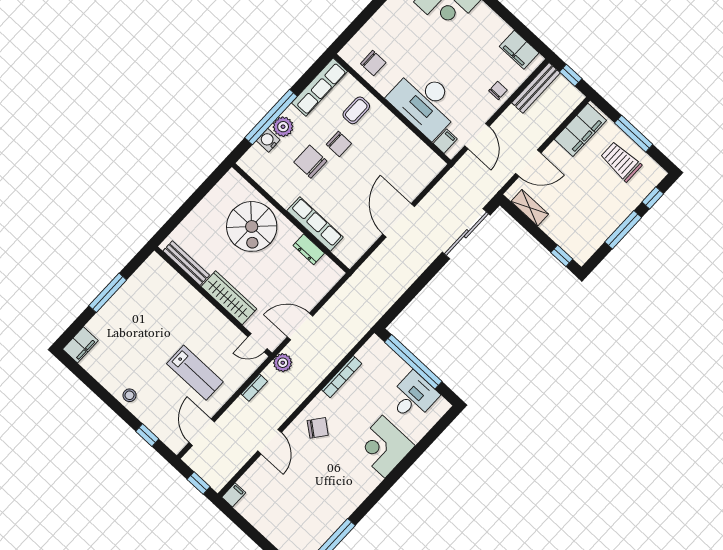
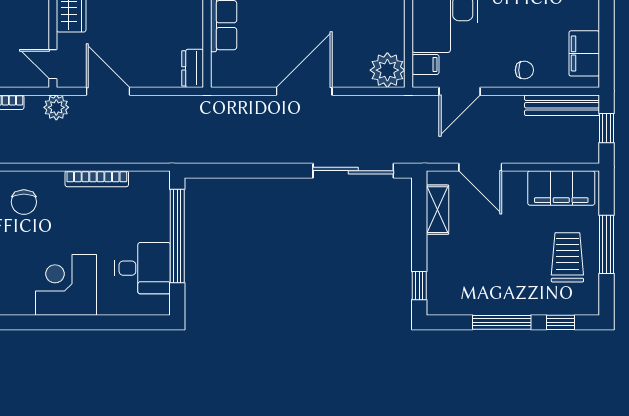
plant: (429, 165) -> (387, 70), added
dresser: (309, 249) -> (193, 68), moved
chair: (318, 428) -> (24, 202), turned 52

